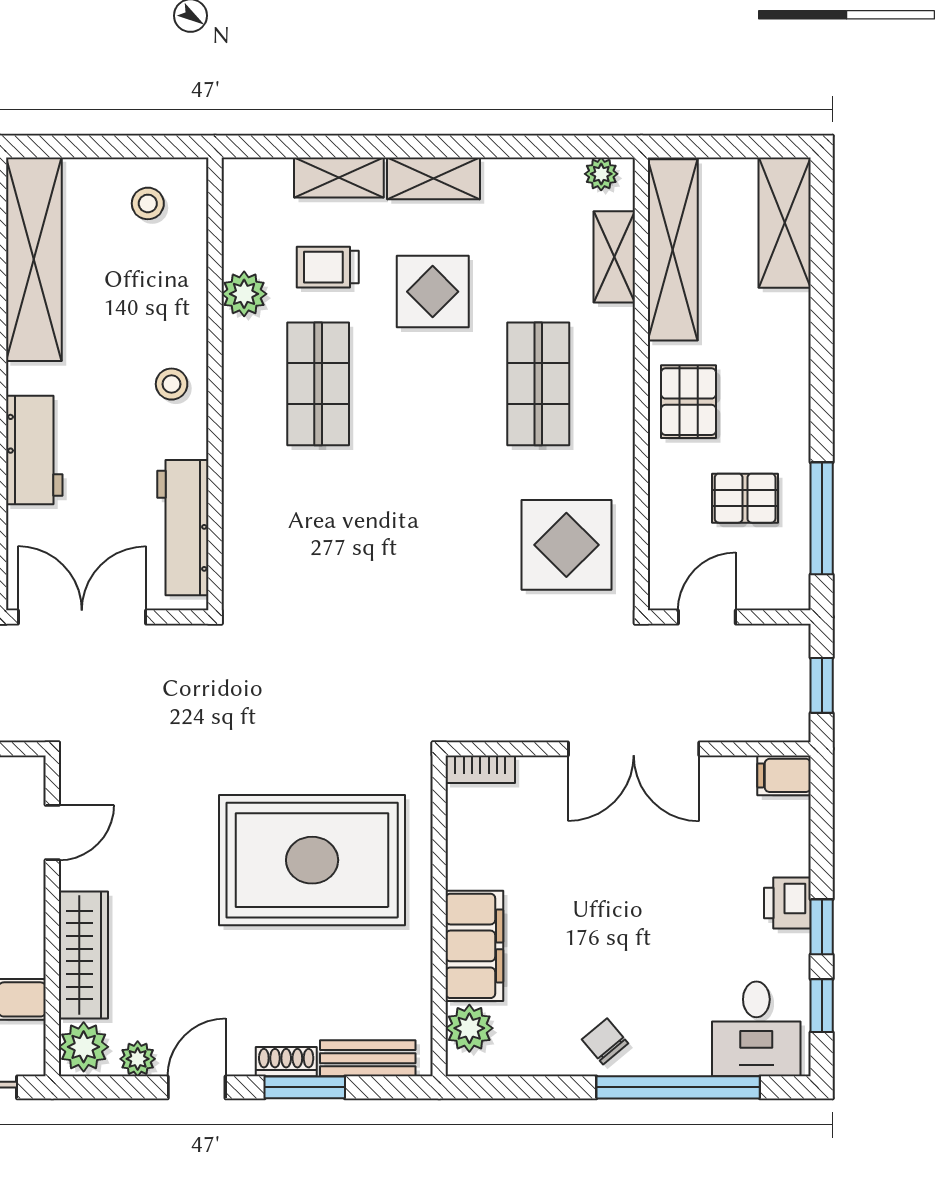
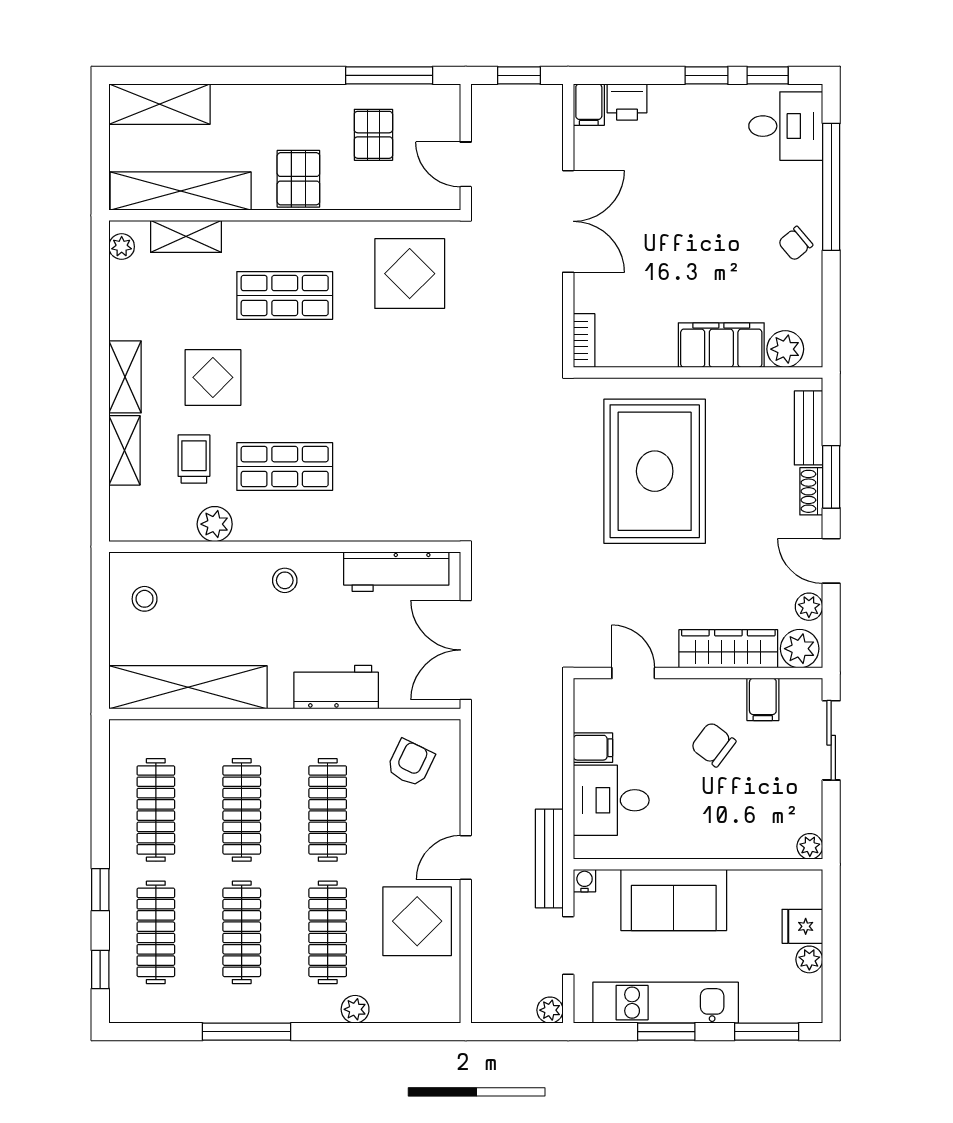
trolley: (328, 267) -> (194, 459), turned 180
pallet: (689, 402) -> (298, 179), turned 90
printer: (787, 903) -> (627, 102), moved

